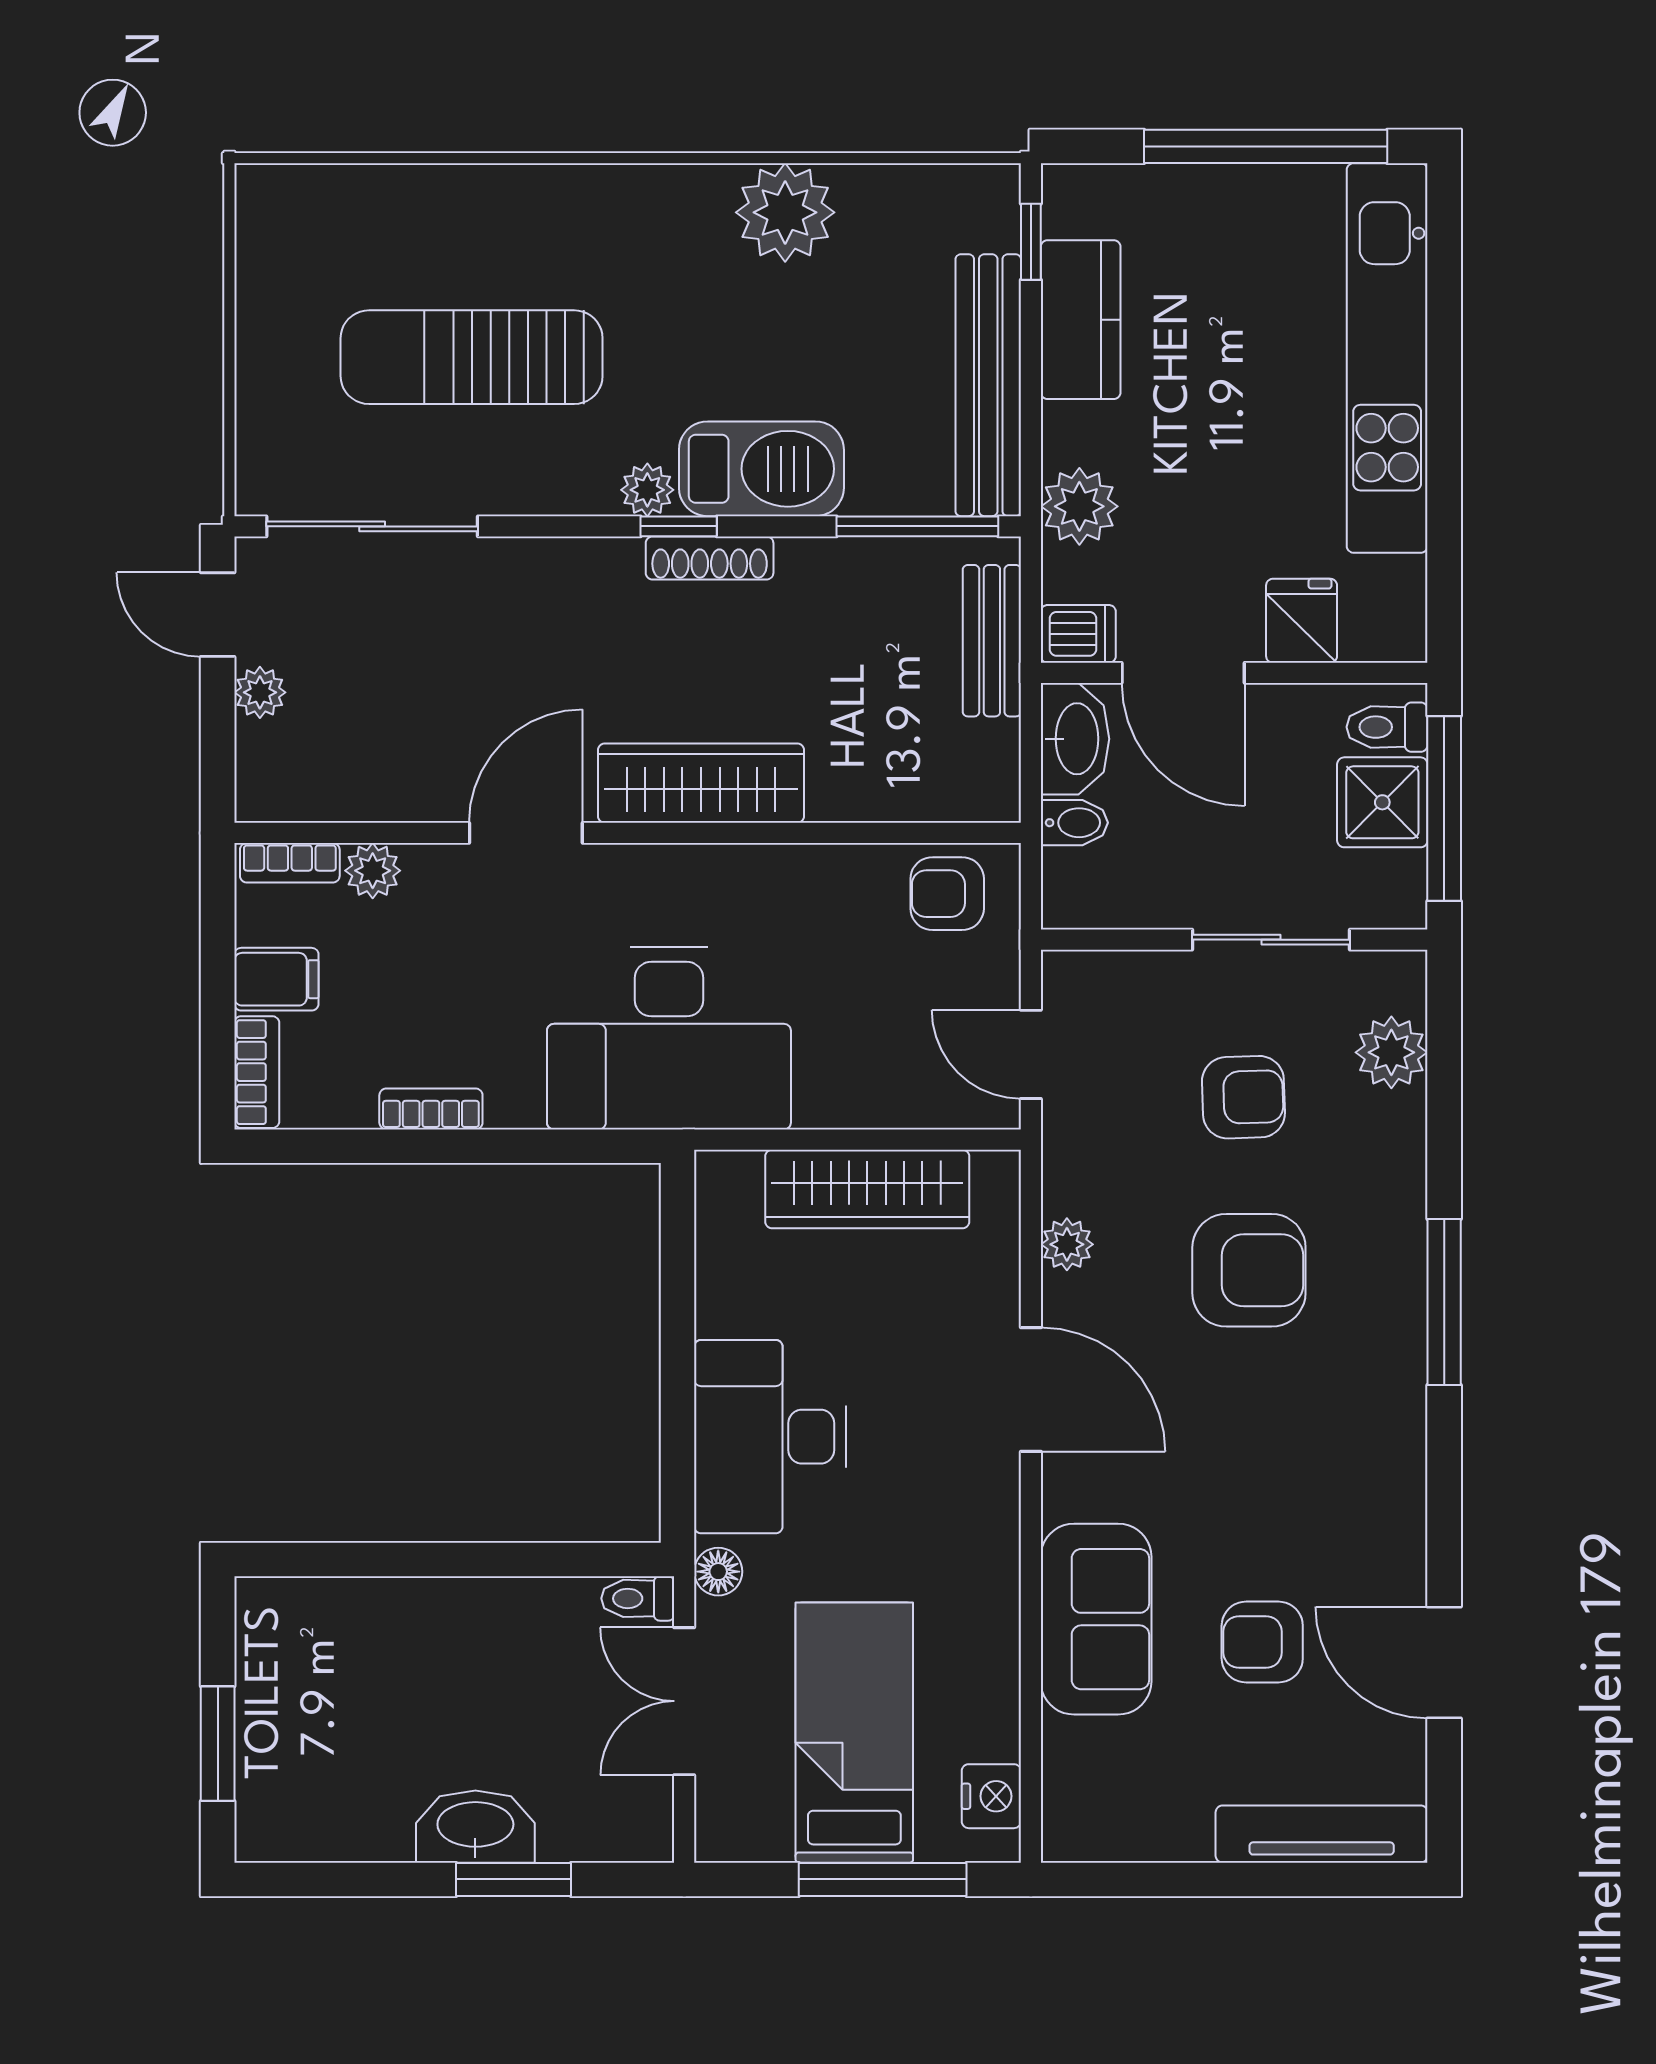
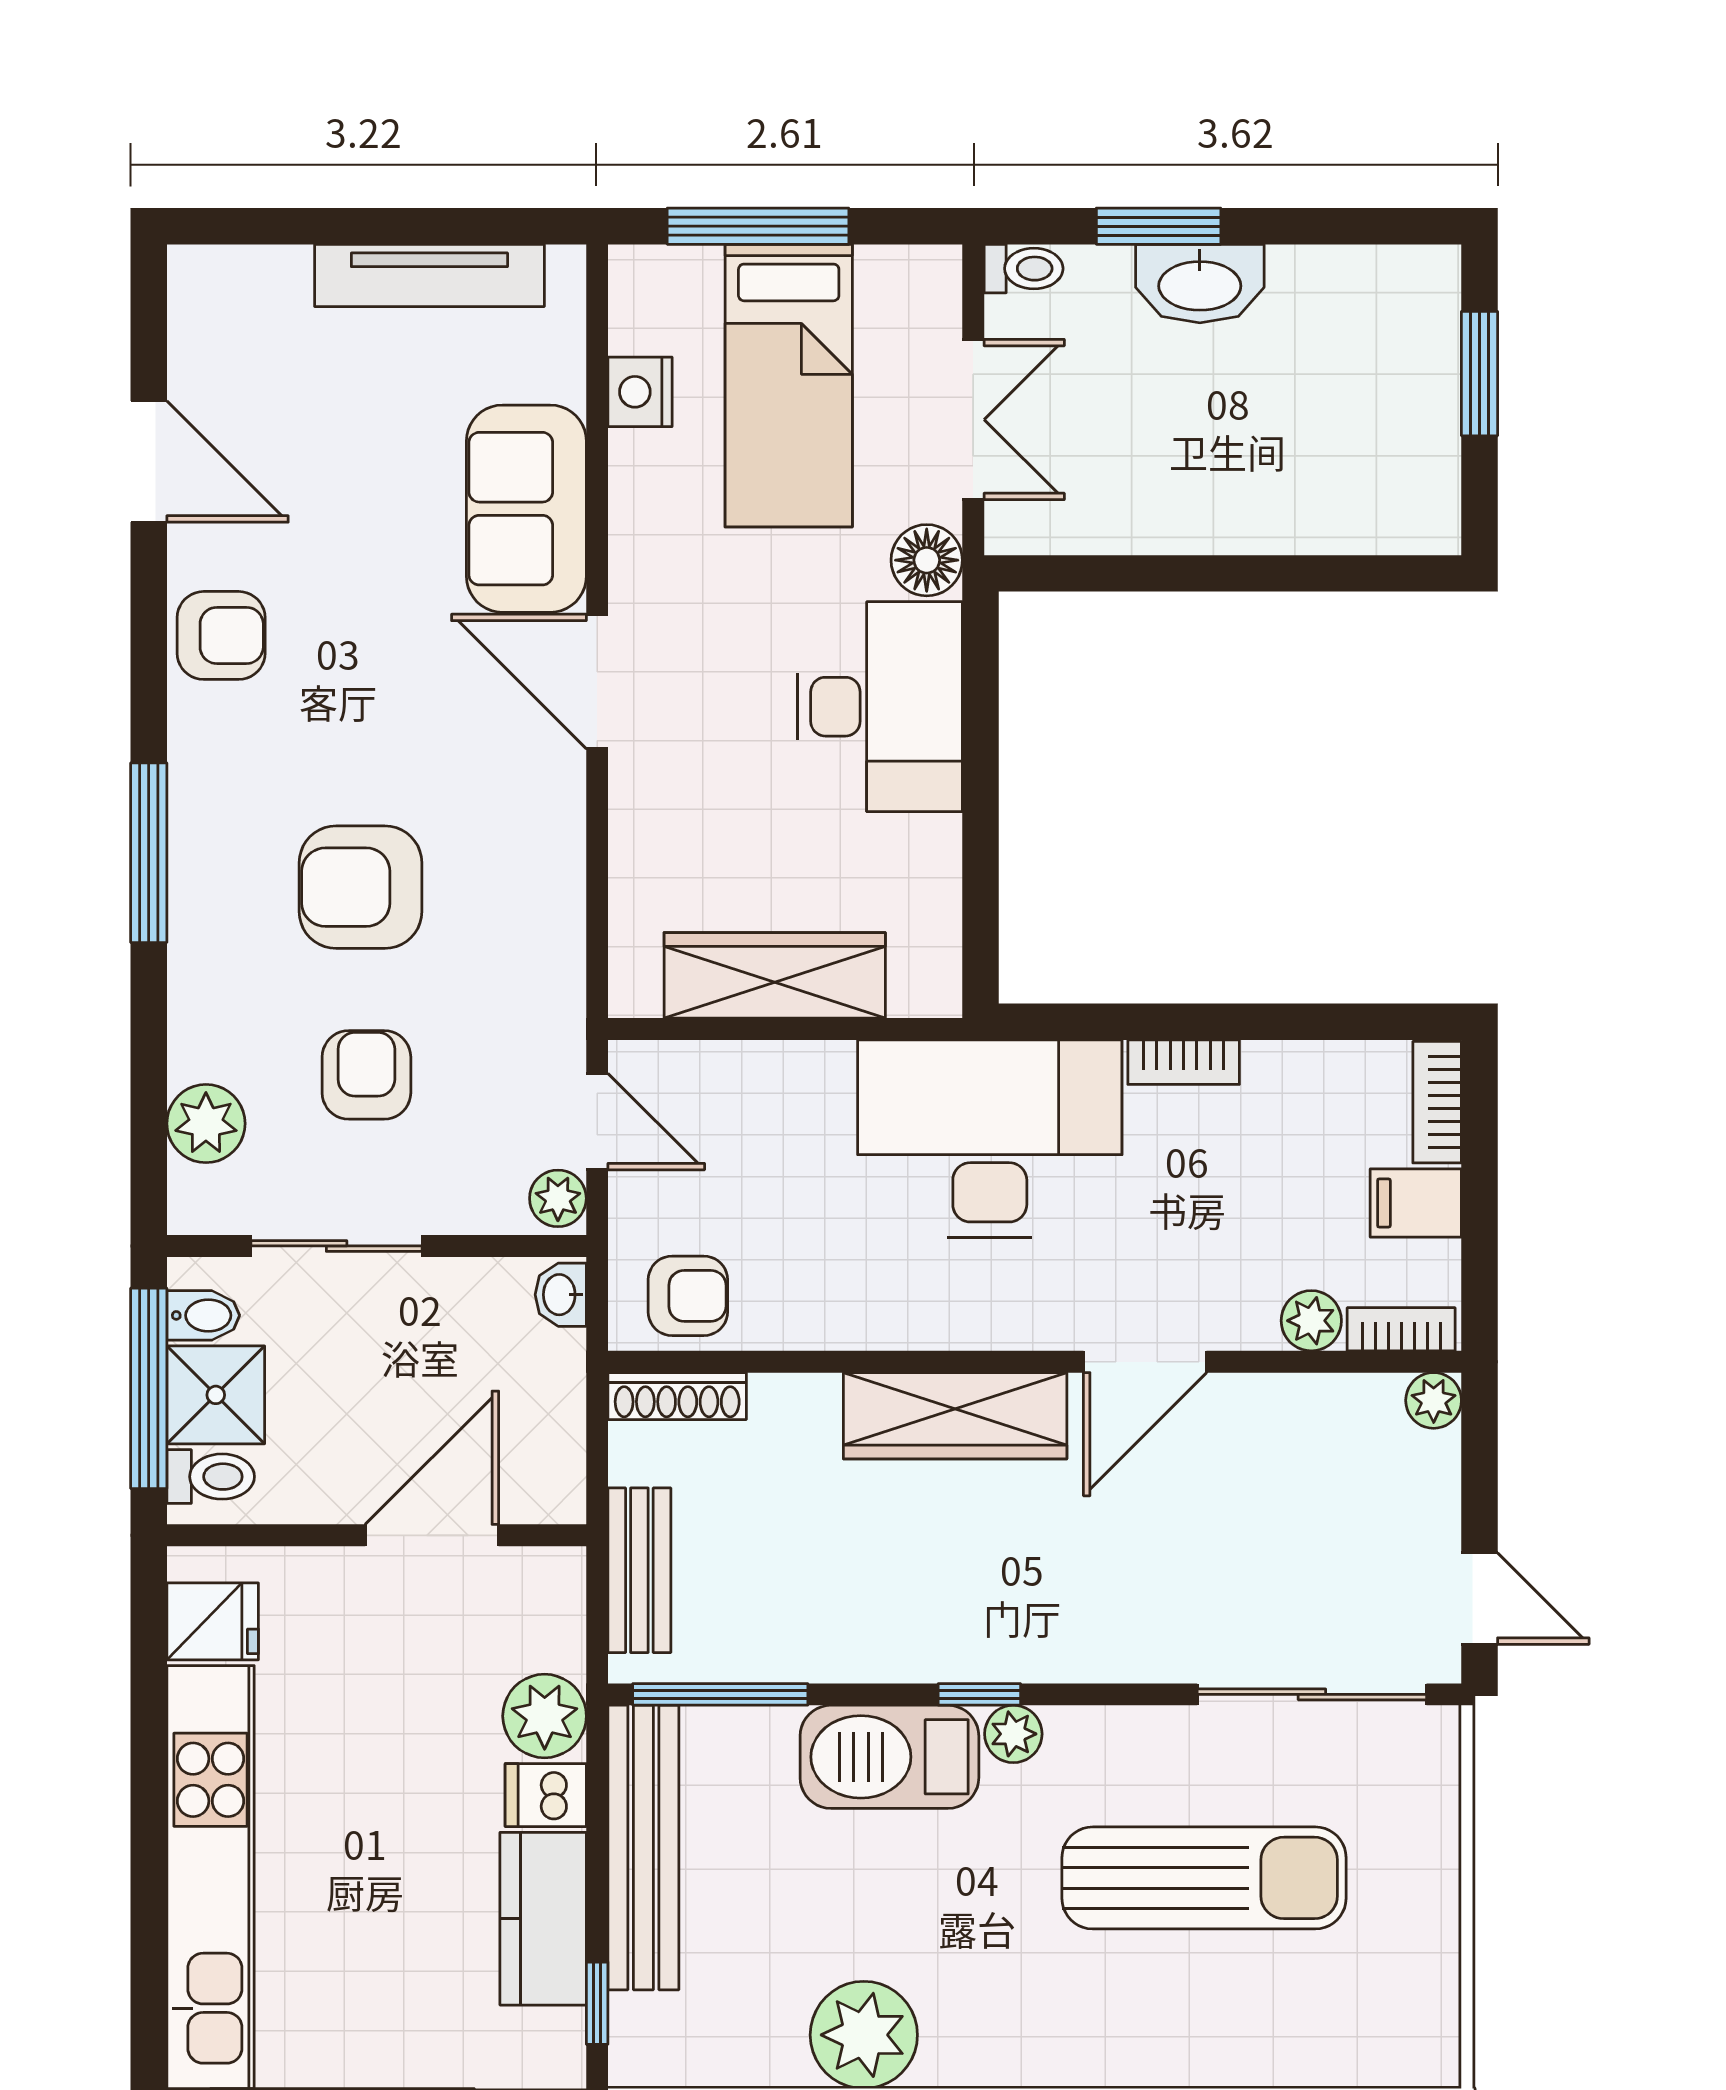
shoe rack: (710, 558) -> (677, 1396), moved, turned 180
fridge: (1302, 621) -> (213, 1621), moved, turned -90
dishwasher: (1078, 634) -> (546, 1795), moved
door: (1183, 673) -> (432, 1535), hinge flipped
plant: (260, 692) -> (1434, 1400), moved
washbasin: (1075, 739) -> (561, 1295), moved, width x0.52, depth x0.69
bidet: (1074, 823) -> (203, 1315), moved, turned 180
armchair: (1243, 1097) -> (366, 1075), turned 92
bookcase: (431, 1109) -> (1184, 1062), moved
plant: (1067, 1244) -> (558, 1198), moved
door: (1031, 1390) -> (597, 682), moved
floor lamp: (718, 1572) -> (927, 560), width x1.37, depth x1.37
toilet: (638, 1598) -> (1024, 269), moved
armchair: (1262, 1642) -> (221, 635), moved
nightstand: (991, 1796) -> (640, 392), moved
tv unit: (1322, 1834) -> (429, 275), moved

